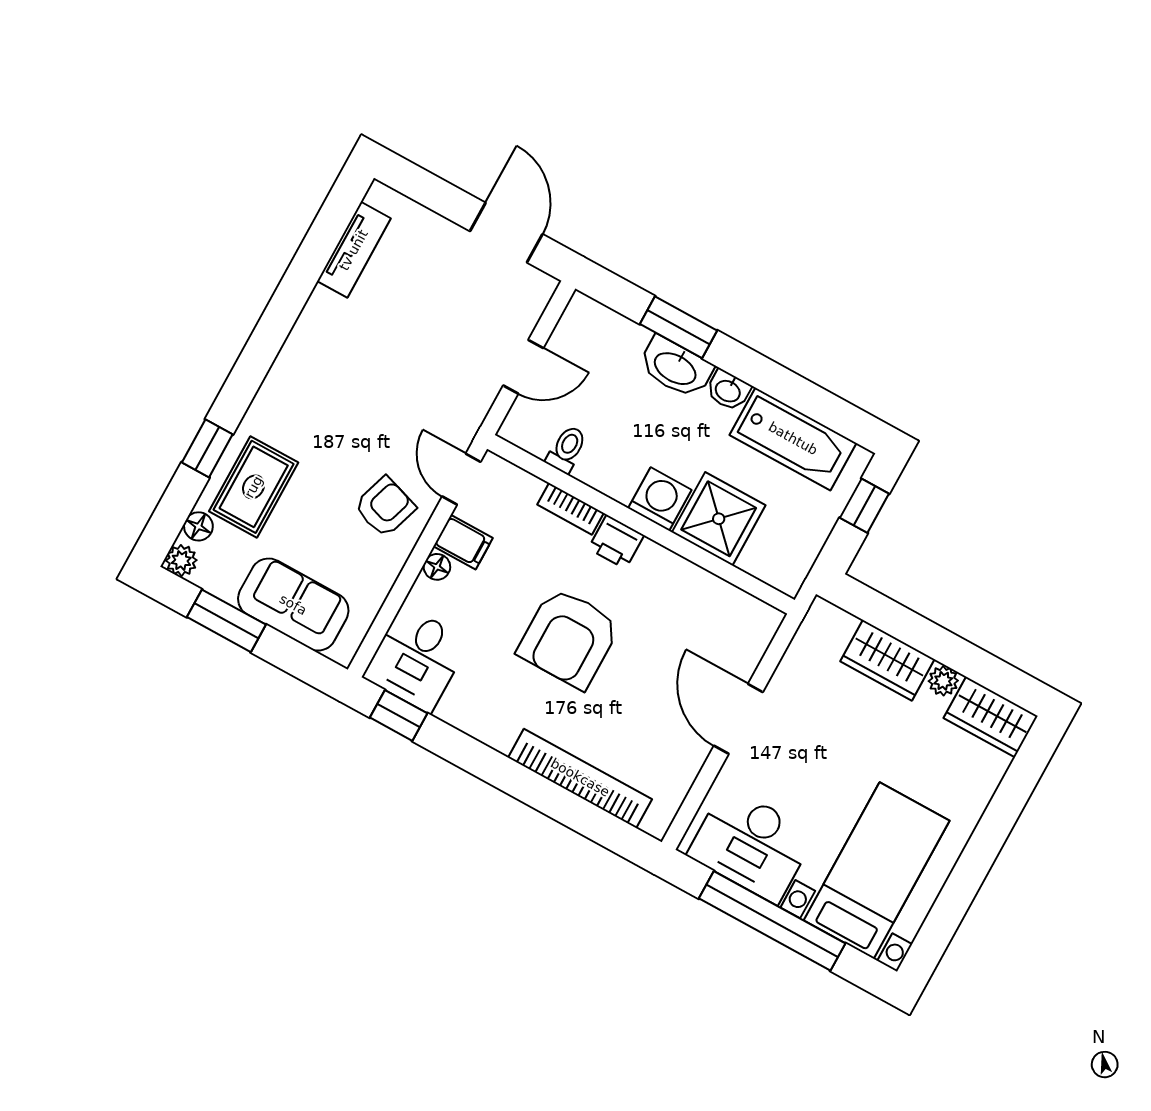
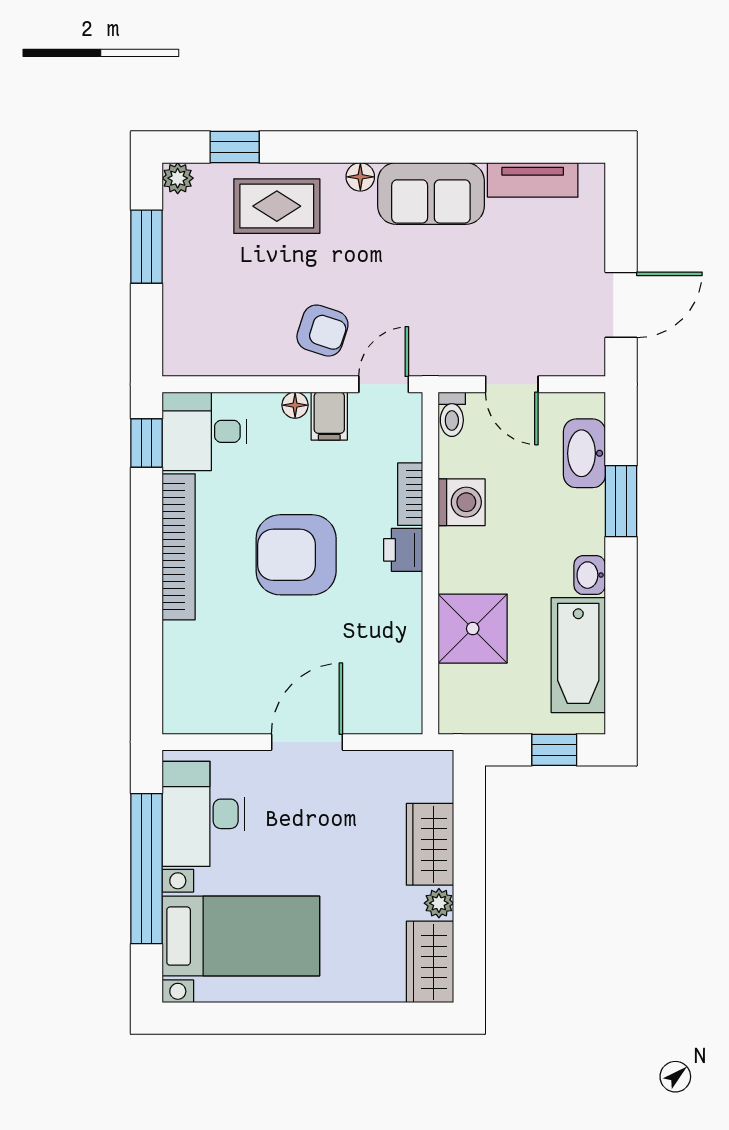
washbasin: (676, 367) -> (584, 453), moved
window: (207, 448) -> (235, 147), moved
toilet: (567, 449) -> (452, 414), moved, turned 90
washing machine: (660, 499) -> (462, 502), moved
floor lamp: (198, 526) -> (360, 177), moved
sofa: (293, 605) -> (431, 193), moved, turned 90
bookcase: (580, 778) -> (179, 547), moved

